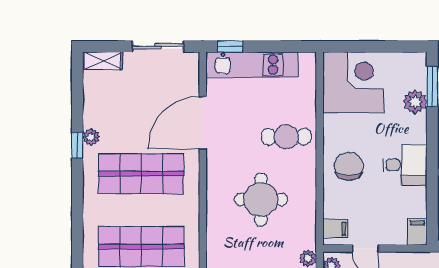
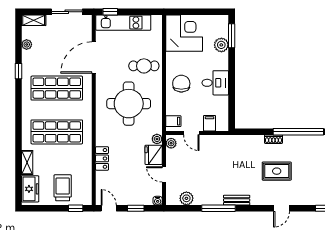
plant: (91, 137) -> (27, 44), moved
round table: (261, 199) -> (129, 104), width x1.36, depth x1.36
filing cabinet: (417, 232) -> (210, 123), moved

